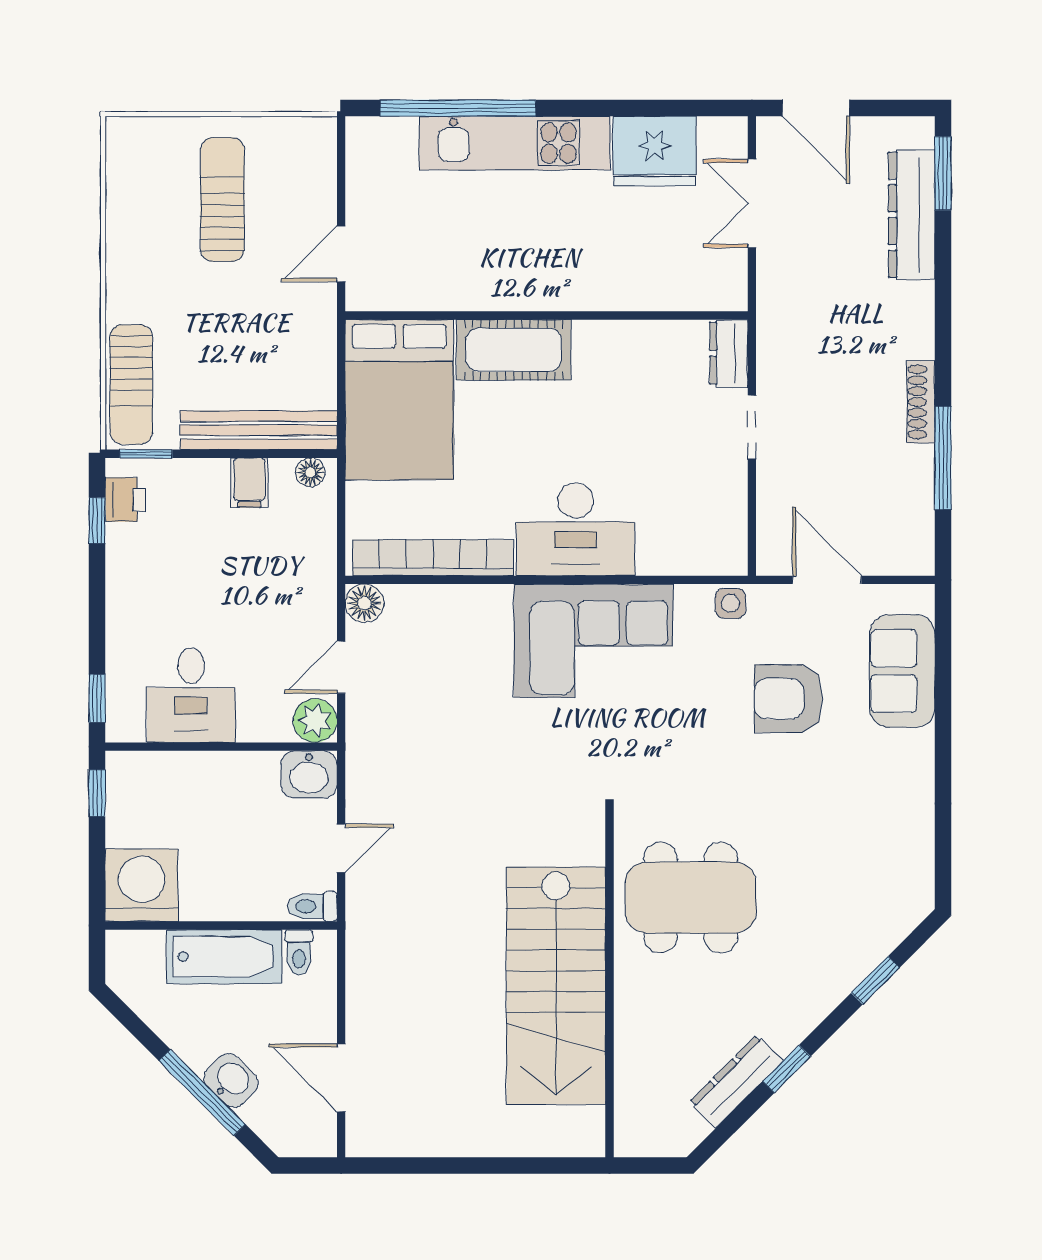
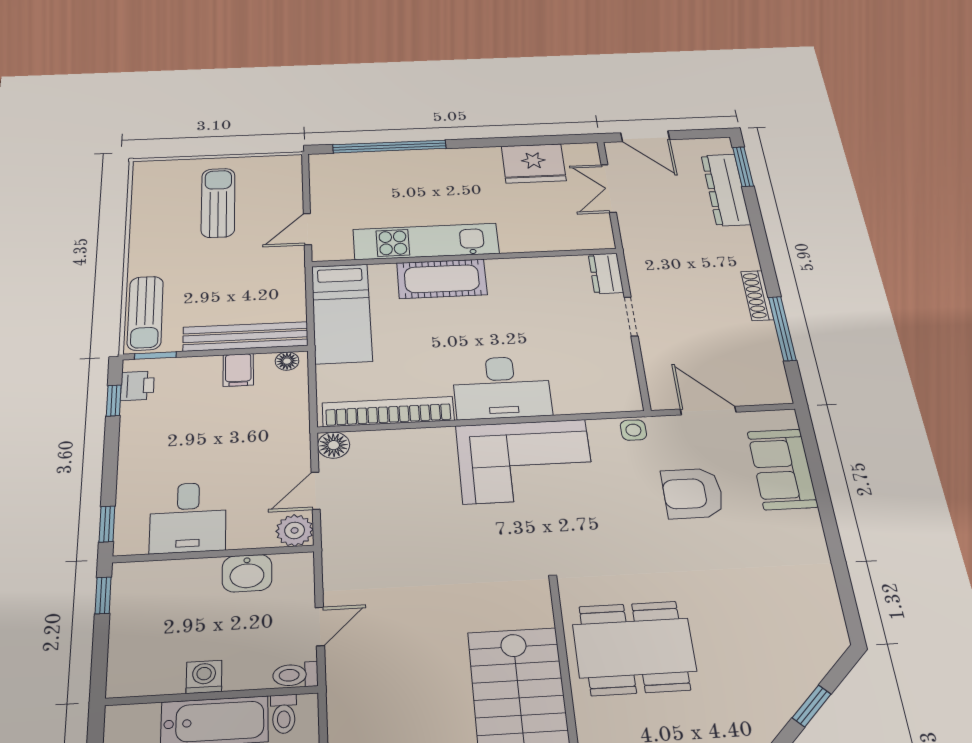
kitchen unit: (515, 143) -> (426, 241), moved, turned 180
bed: (399, 400) -> (341, 313), width x0.67
washbasin: (309, 774) -> (247, 573), moved
washing machine: (141, 885) -> (204, 677), moved, width x0.53, depth x0.53

